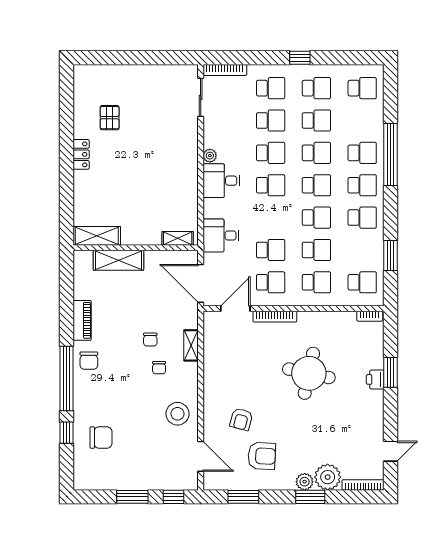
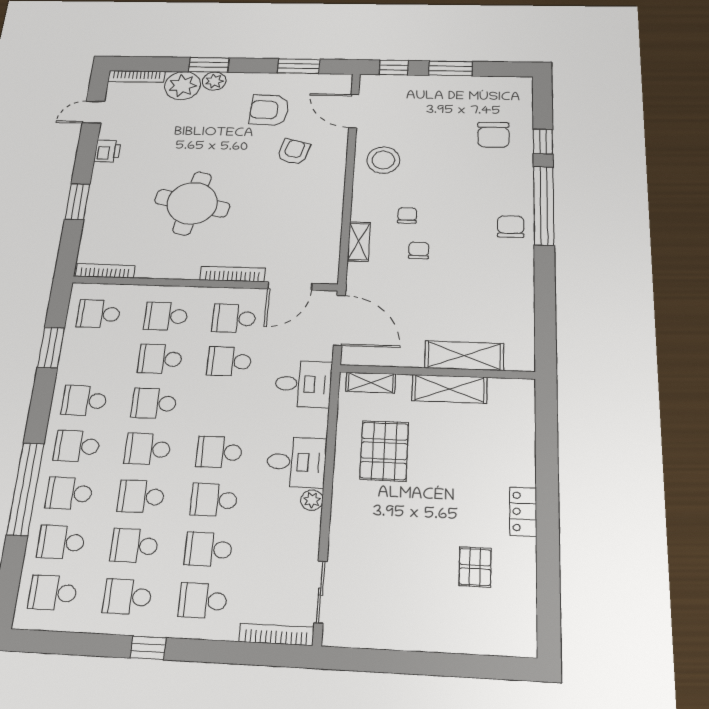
school desk: (362, 121) -> (61, 542), added
pallet: (167, 191) -> (384, 451), added
shelving: (97, 236) -> (449, 389), moved
bookcase: (370, 316) -> (105, 271), width x1.56
piano: (82, 320) -> (521, 278), removed
printer: (375, 379) -> (107, 151), moved
chair: (101, 438) -> (493, 135), turned -91

